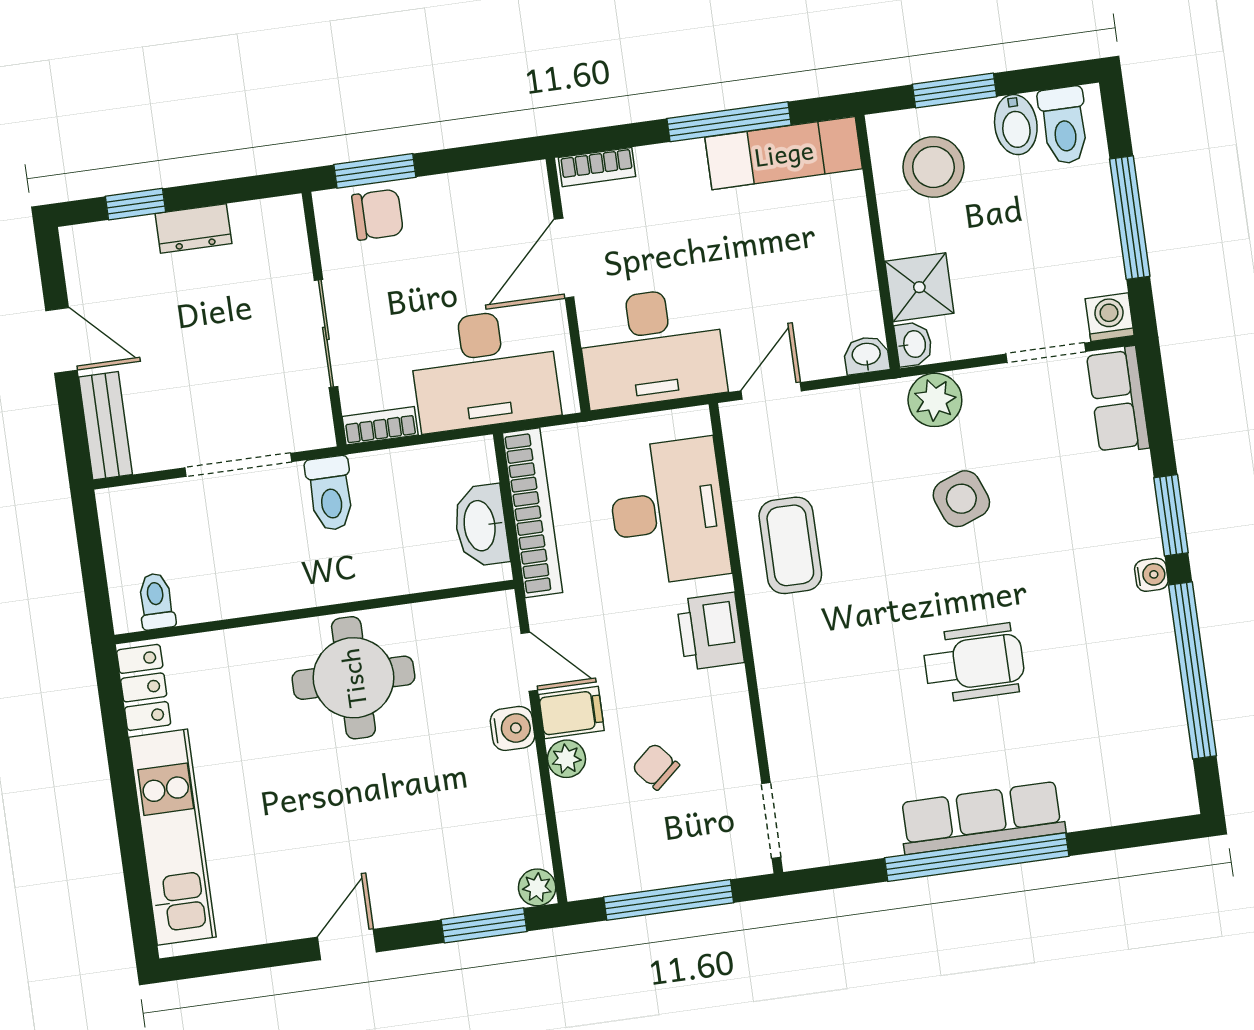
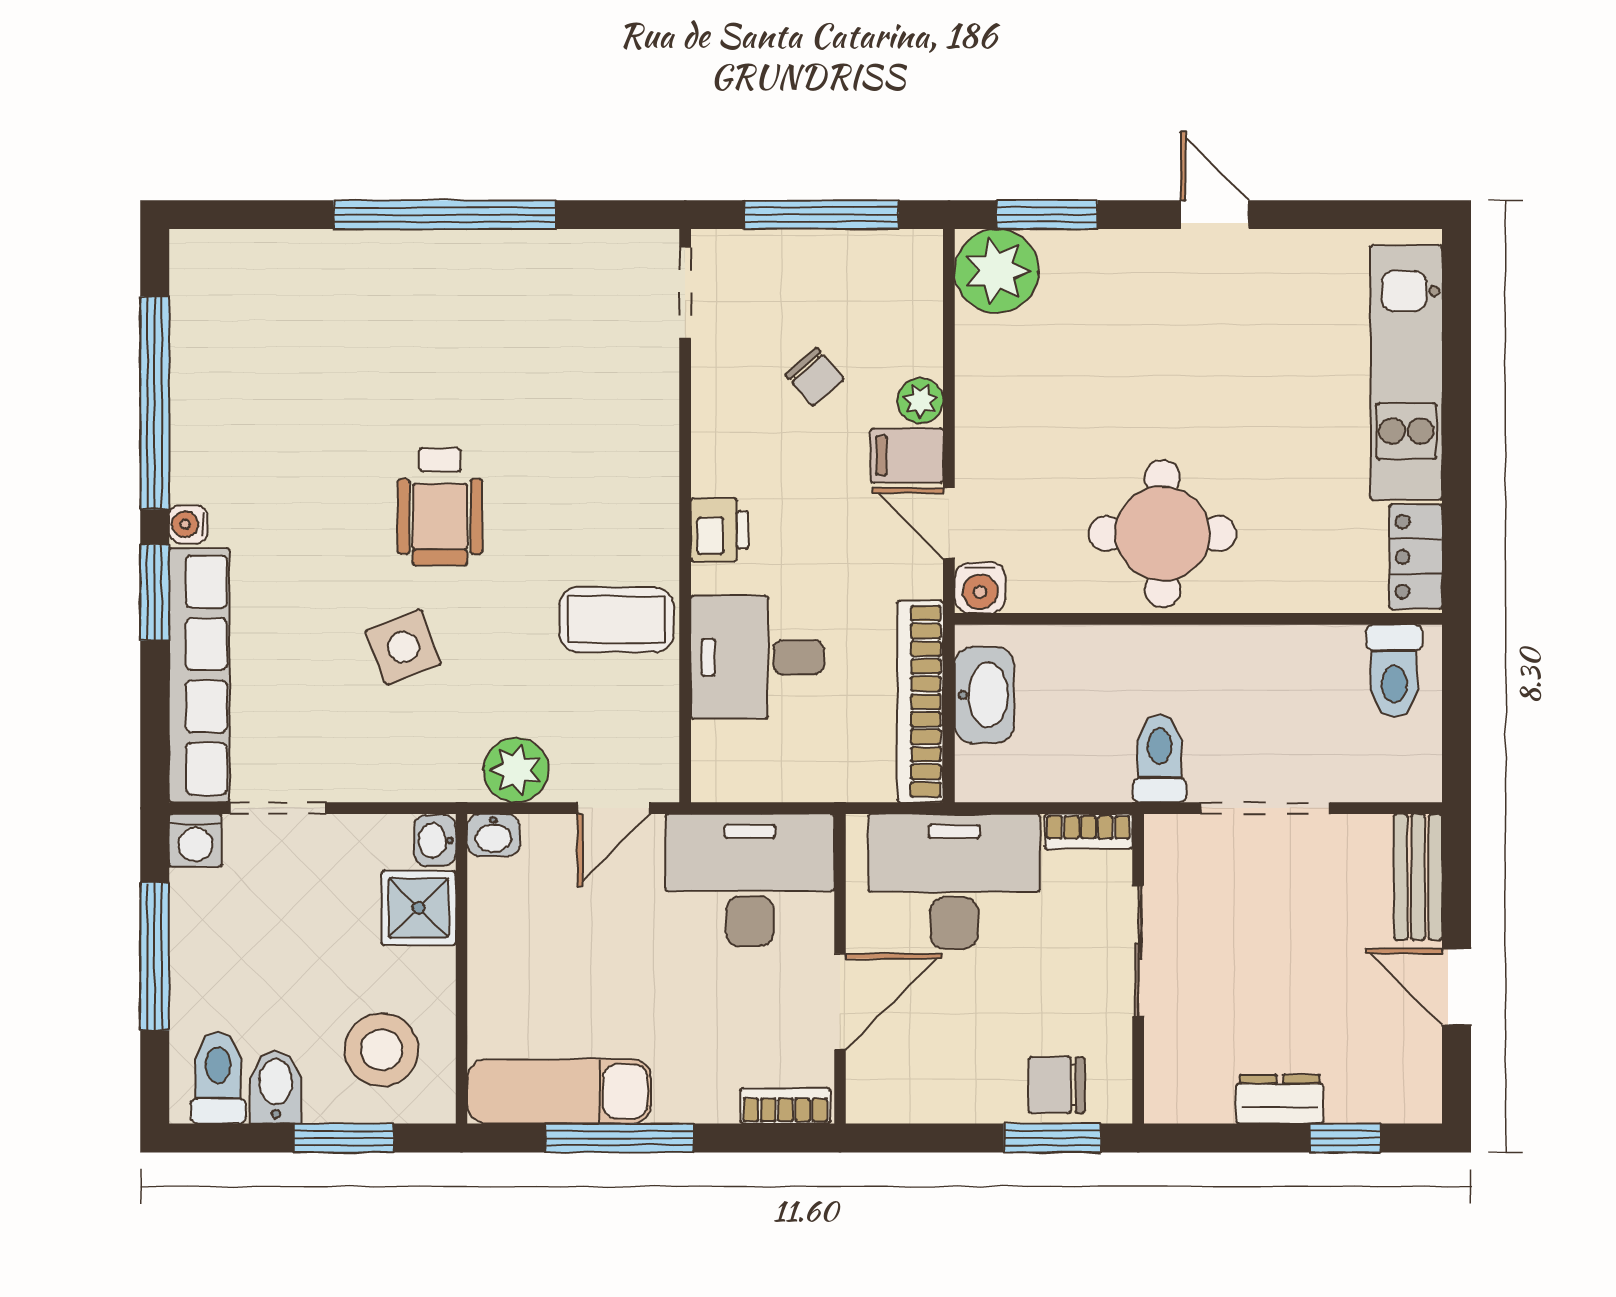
plant: (935, 400) -> (516, 770), moved
row of seats: (1118, 400) -> (199, 675), width x2.02
desk: (668, 512) -> (757, 657), width x0.73
coffee table: (790, 545) -> (616, 620), turned 90
toilet: (156, 601) -> (1394, 671), width x1.37, depth x1.39
printer: (710, 631) -> (720, 530), width x0.73, depth x0.81
wheelchair: (974, 663) -> (440, 507), moved, turned -90
water cooler: (513, 728) -> (980, 588), moved, turned -90
row of seats: (982, 818) -> (432, 261), removed
plant: (537, 887) -> (997, 271), width x1.87, depth x1.87
door: (347, 944) -> (1215, 215), swing flipped

